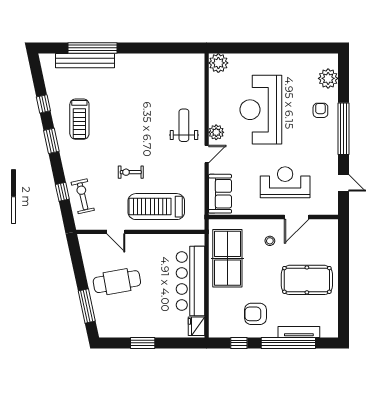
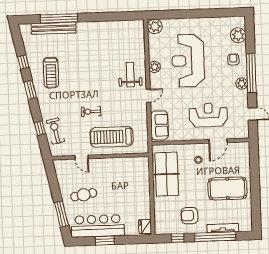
plant: (216, 132) -> (154, 67), moved
plant: (330, 142) -> (242, 84), added
bar counter: (191, 281) -> (98, 226), moved, turned 90
cafe table: (117, 282) -> (84, 195), width x0.73, depth x0.74

